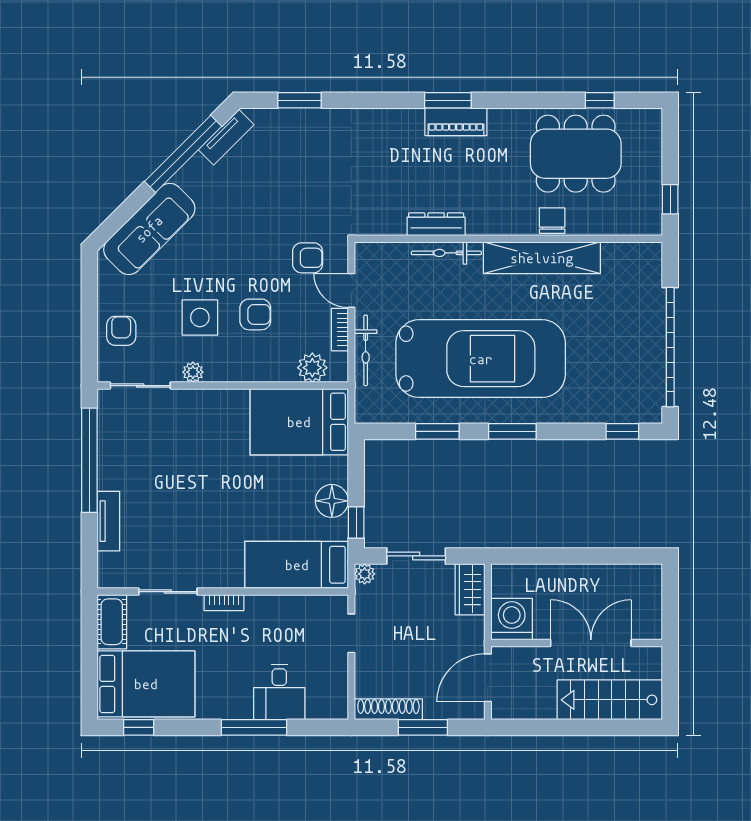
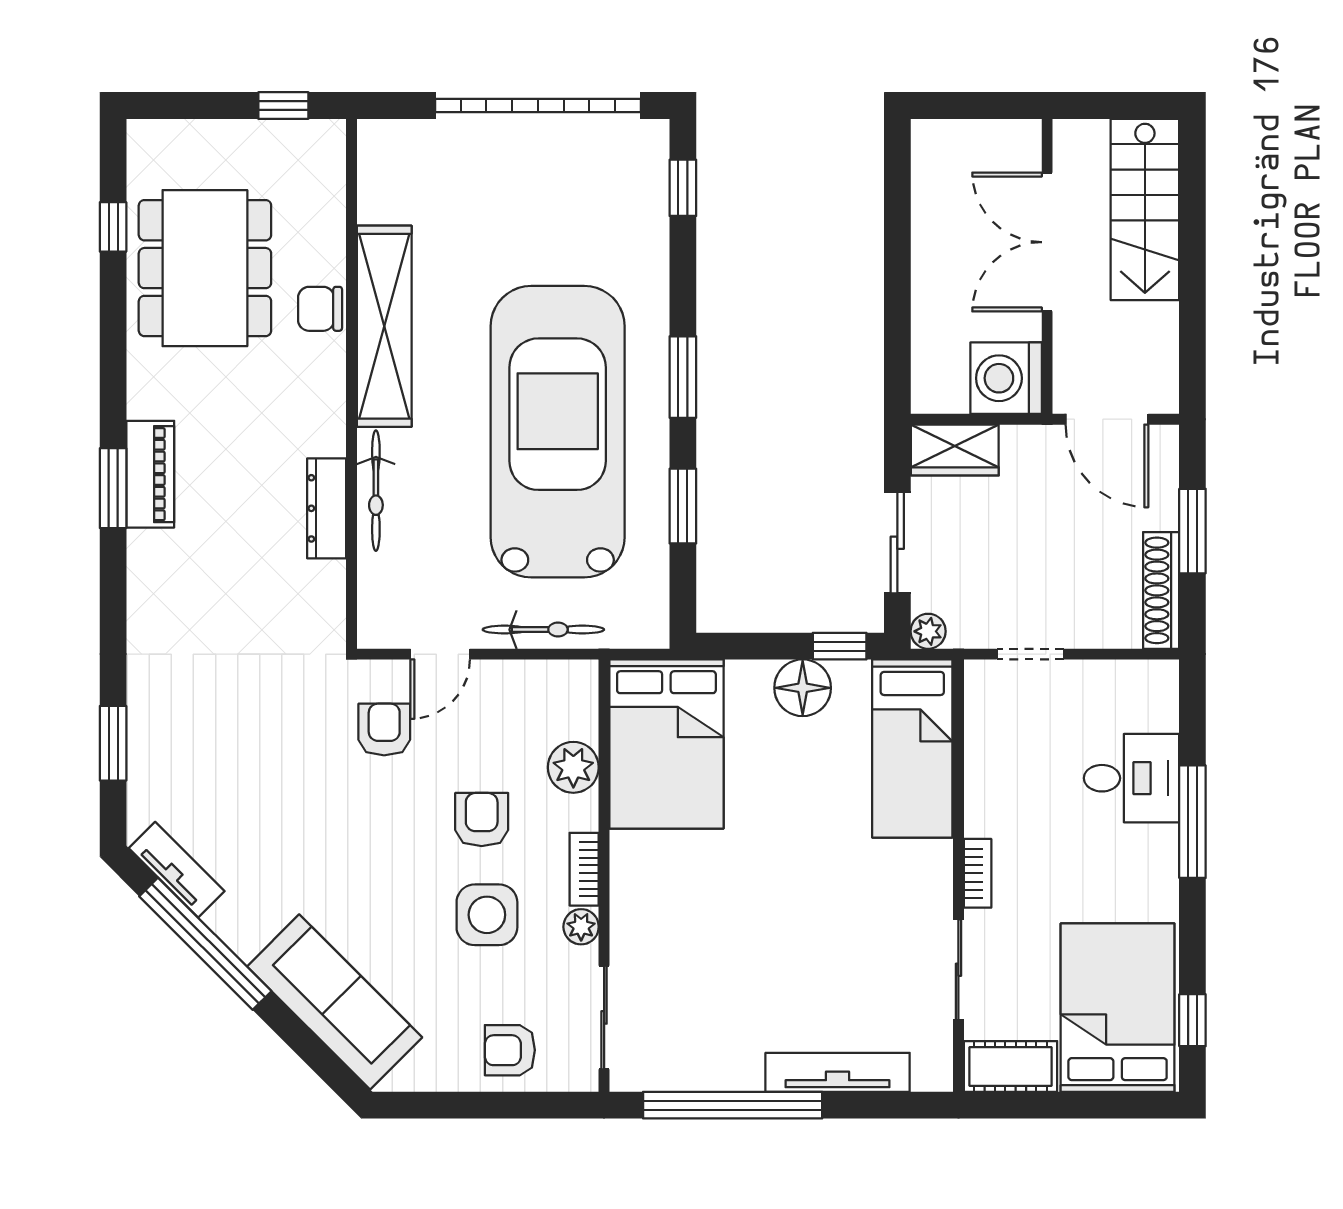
bookcase: (340, 330) -> (584, 869), moved, turned 90
plant: (312, 368) -> (573, 767), moved
tv unit: (108, 521) -> (838, 1072), width x1.41

